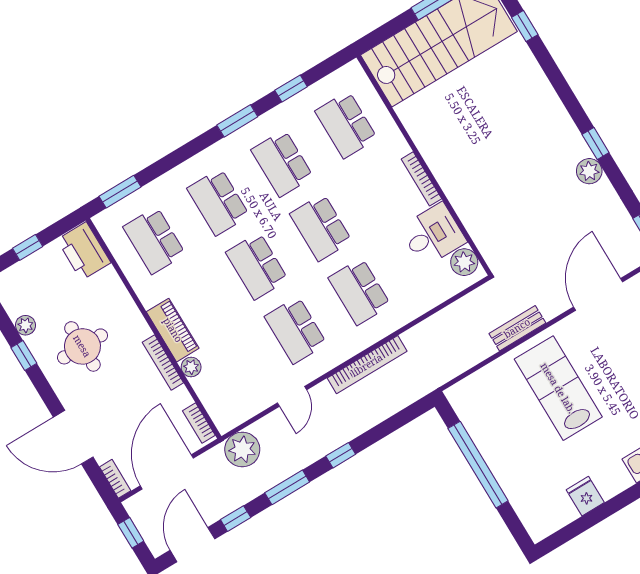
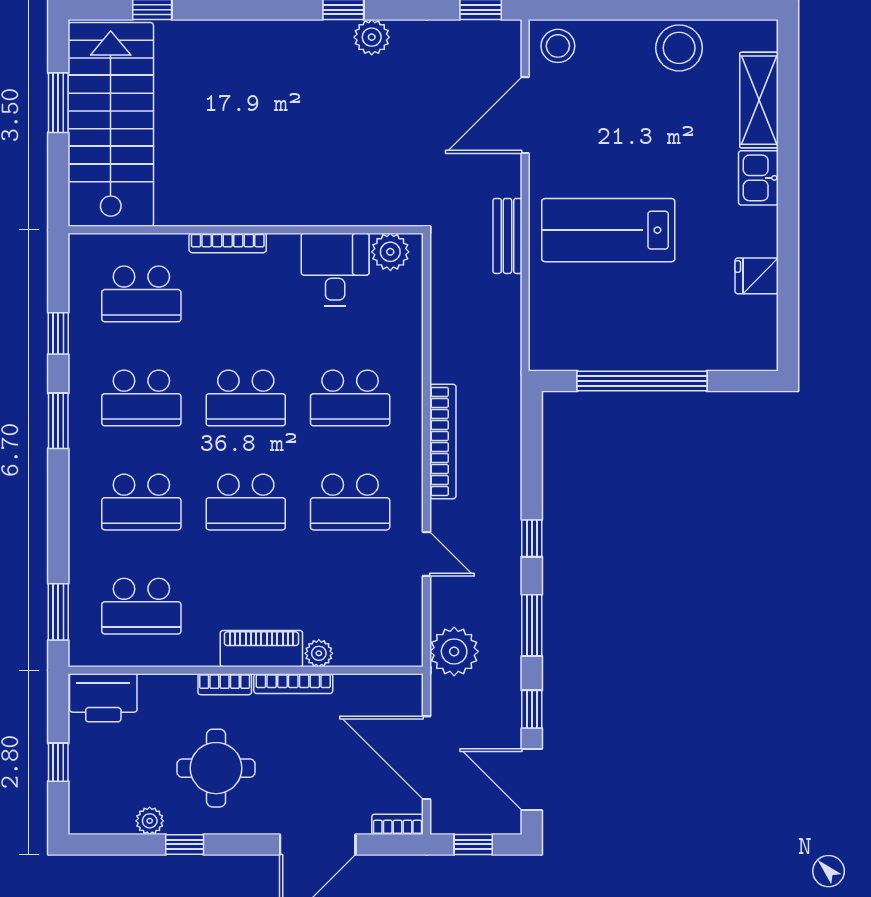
bookcase: (421, 179) -> (228, 243), moved
door: (598, 294) -> (525, 115), hinge flipped
bookcase: (199, 423) -> (225, 684), moved

